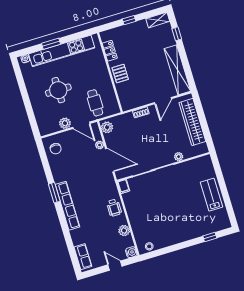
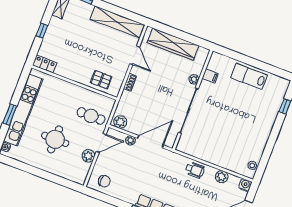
locker: (110, 51) -> (45, 64), moved
pallet: (120, 74) -> (101, 80), moved
filing cabinet: (124, 186) -> (210, 76), moved

